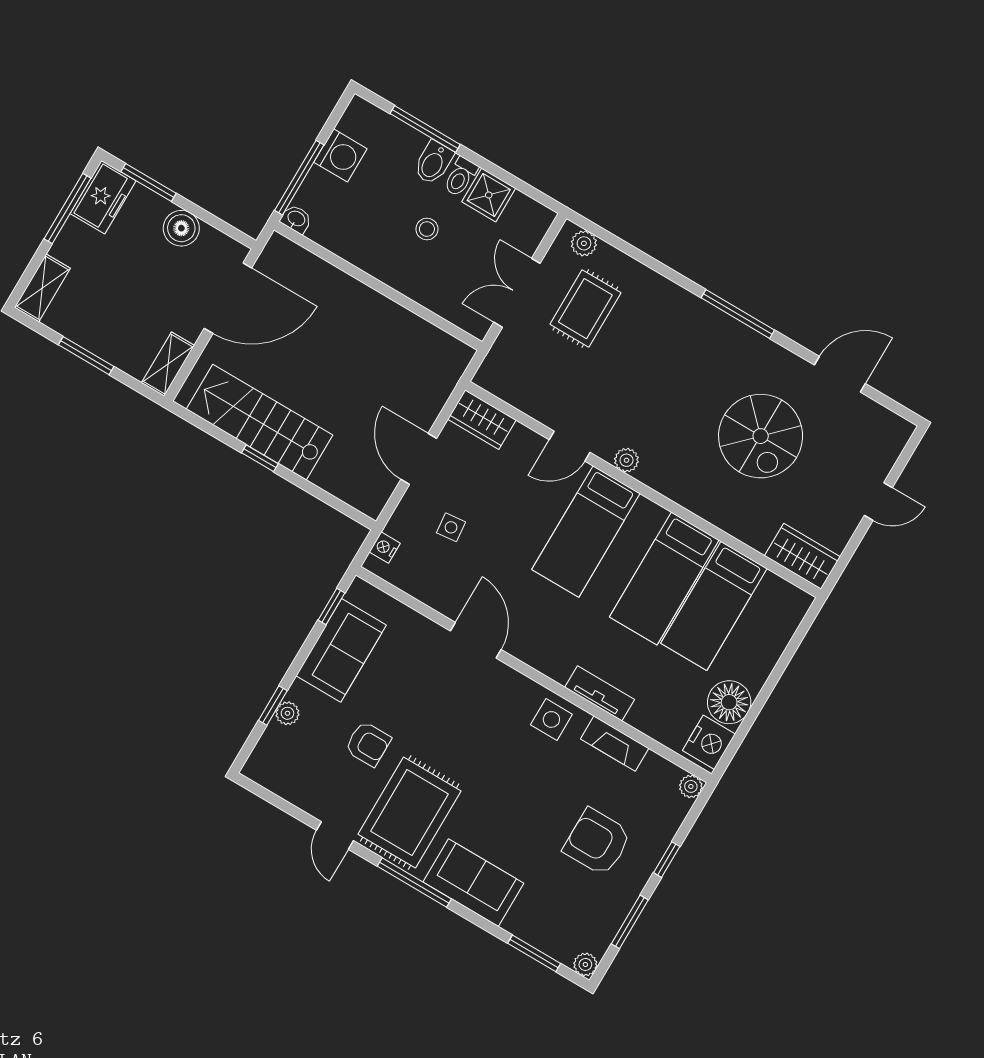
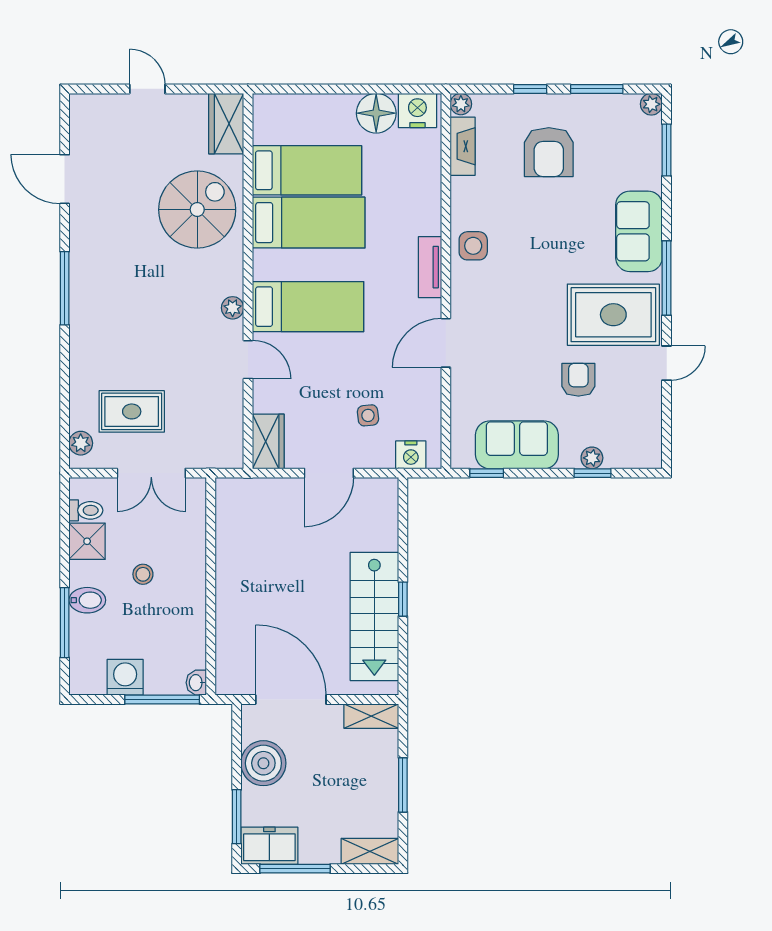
toilet: (460, 177) -> (86, 510), moved
boiler: (181, 228) -> (263, 763), width x1.37, depth x1.37
spiral stairs: (761, 436) -> (197, 210), moved
nightstand: (385, 548) -> (411, 455), width x1.39, depth x1.35
tv unit: (600, 693) -> (430, 267), moved
fireplace: (615, 744) -> (463, 146), moved

